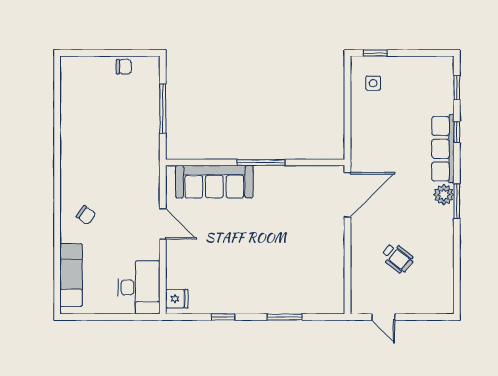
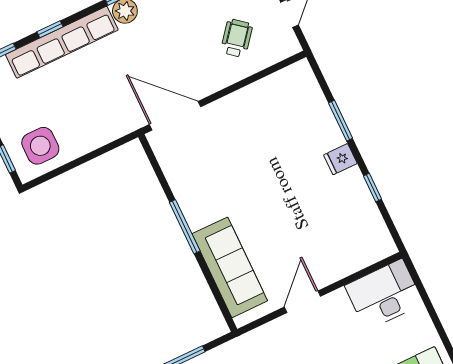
side table: (373, 83) -> (40, 146), width x1.87, depth x1.87
row of seats: (443, 149) -> (62, 42), width x1.36
wheelchair: (397, 258) -> (237, 38), moved
fridge: (177, 299) -> (340, 159), moved, turned -90

